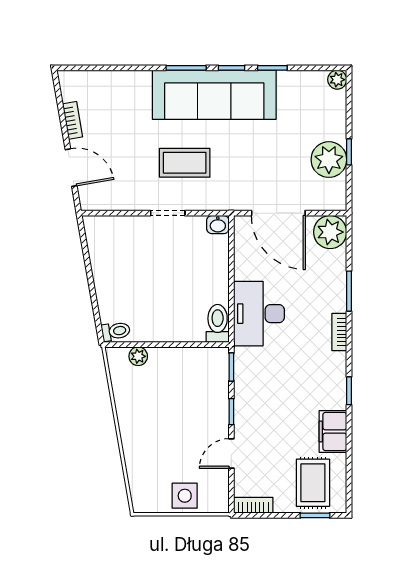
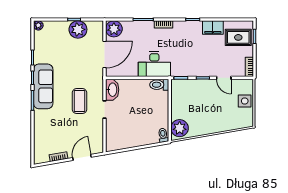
sofa: (214, 95) -> (43, 86), width x0.74, depth x0.79
washbasin: (218, 225) -> (112, 90), width x1.91, depth x1.45
plant: (138, 356) -> (180, 128), width x1.88, depth x1.88

